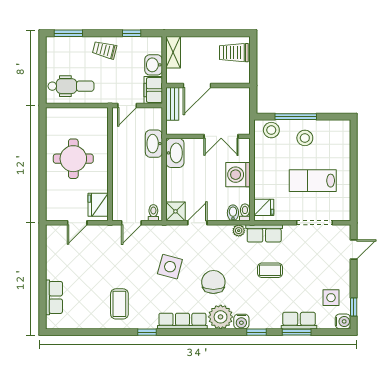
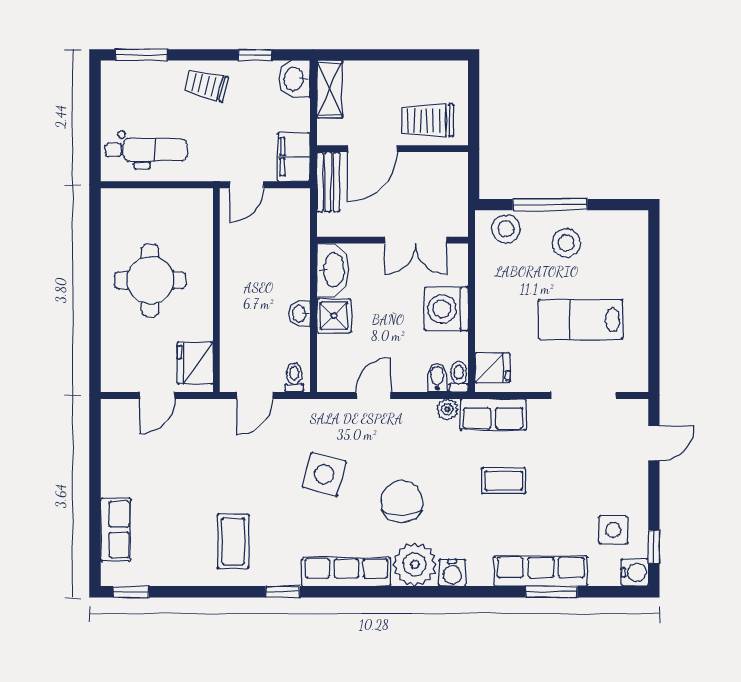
trolley: (234, 53) -> (427, 120), moved
washbasin: (154, 65) -> (294, 79), moved
washbasin: (154, 144) -> (300, 314), moved, width x0.52, depth x0.69
shower: (175, 211) -> (334, 316), moved
row of seats: (299, 321) -> (541, 571), width x1.48
window: (256, 332) -> (131, 592), moved

